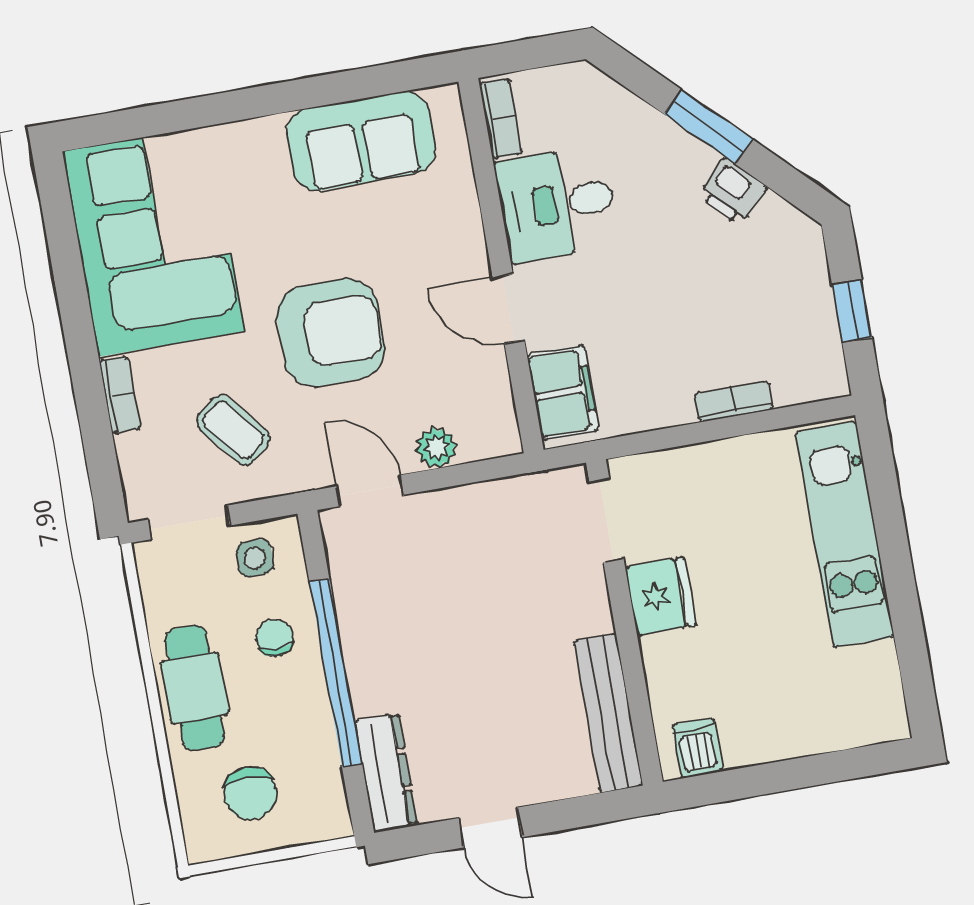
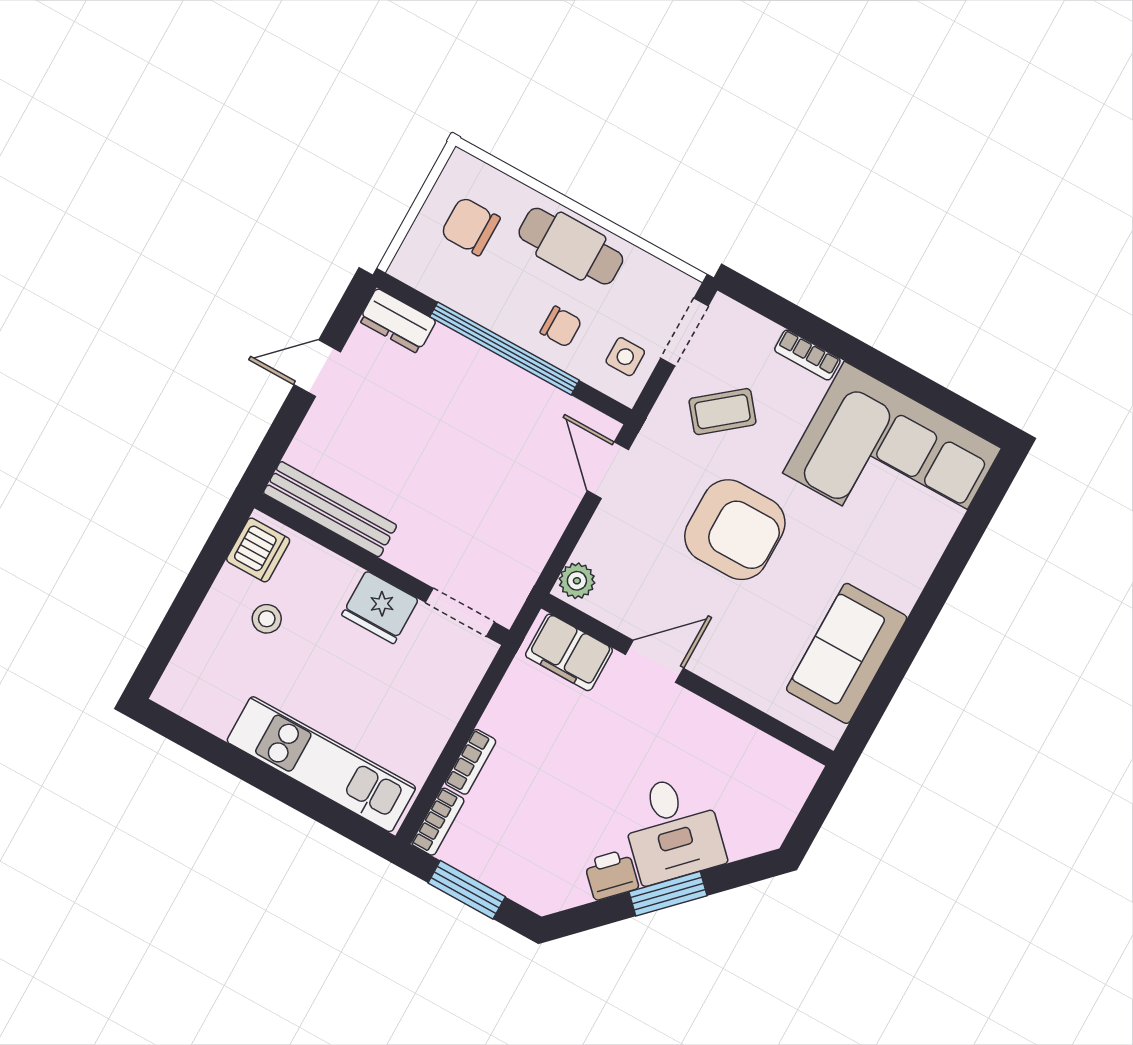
bookcase: (501, 118) -> (438, 822), moved, turned -90
desk: (557, 204) -> (672, 829), moved, turned 135
window: (852, 311) -> (467, 890), width x1.50
armchair: (331, 333) -> (735, 530), turned -90
plant: (436, 448) -> (577, 581), moved
door: (370, 491) -> (608, 470), swing flipped
stool: (753, 690) -> (267, 619), added
dishwasher: (698, 748) -> (258, 550), width x1.38
dresser: (386, 773) -> (397, 321), width x0.70

